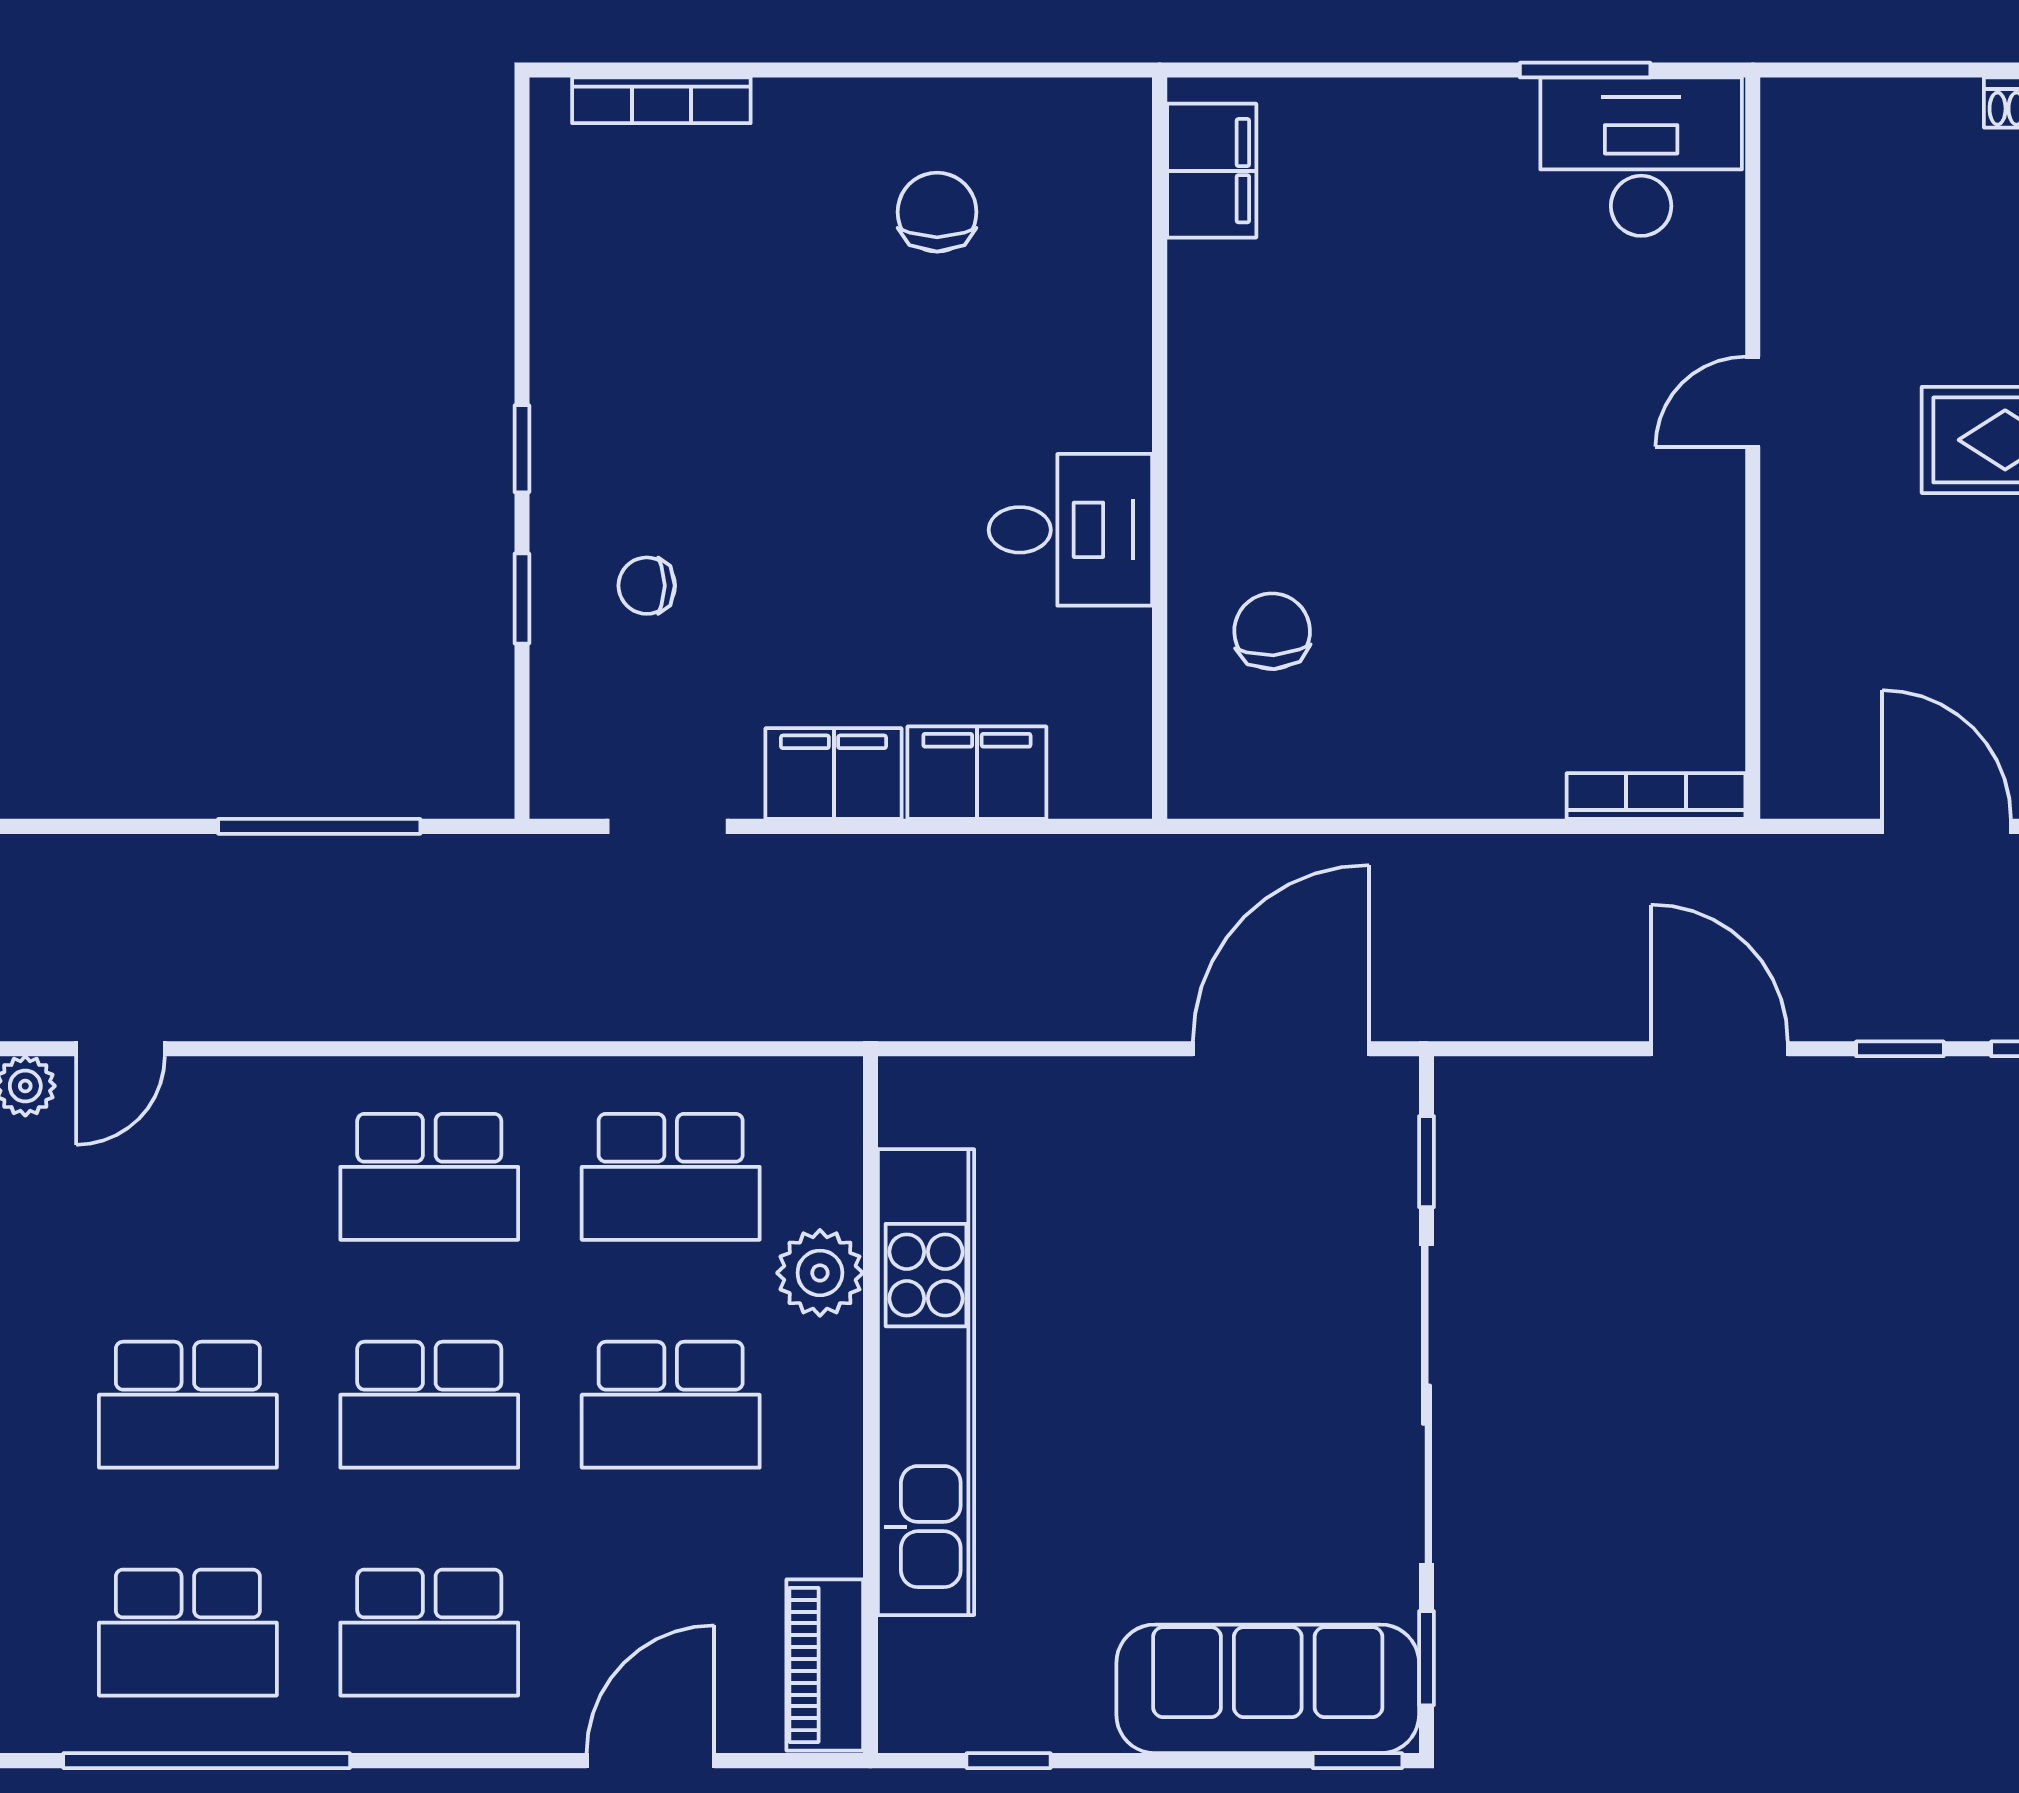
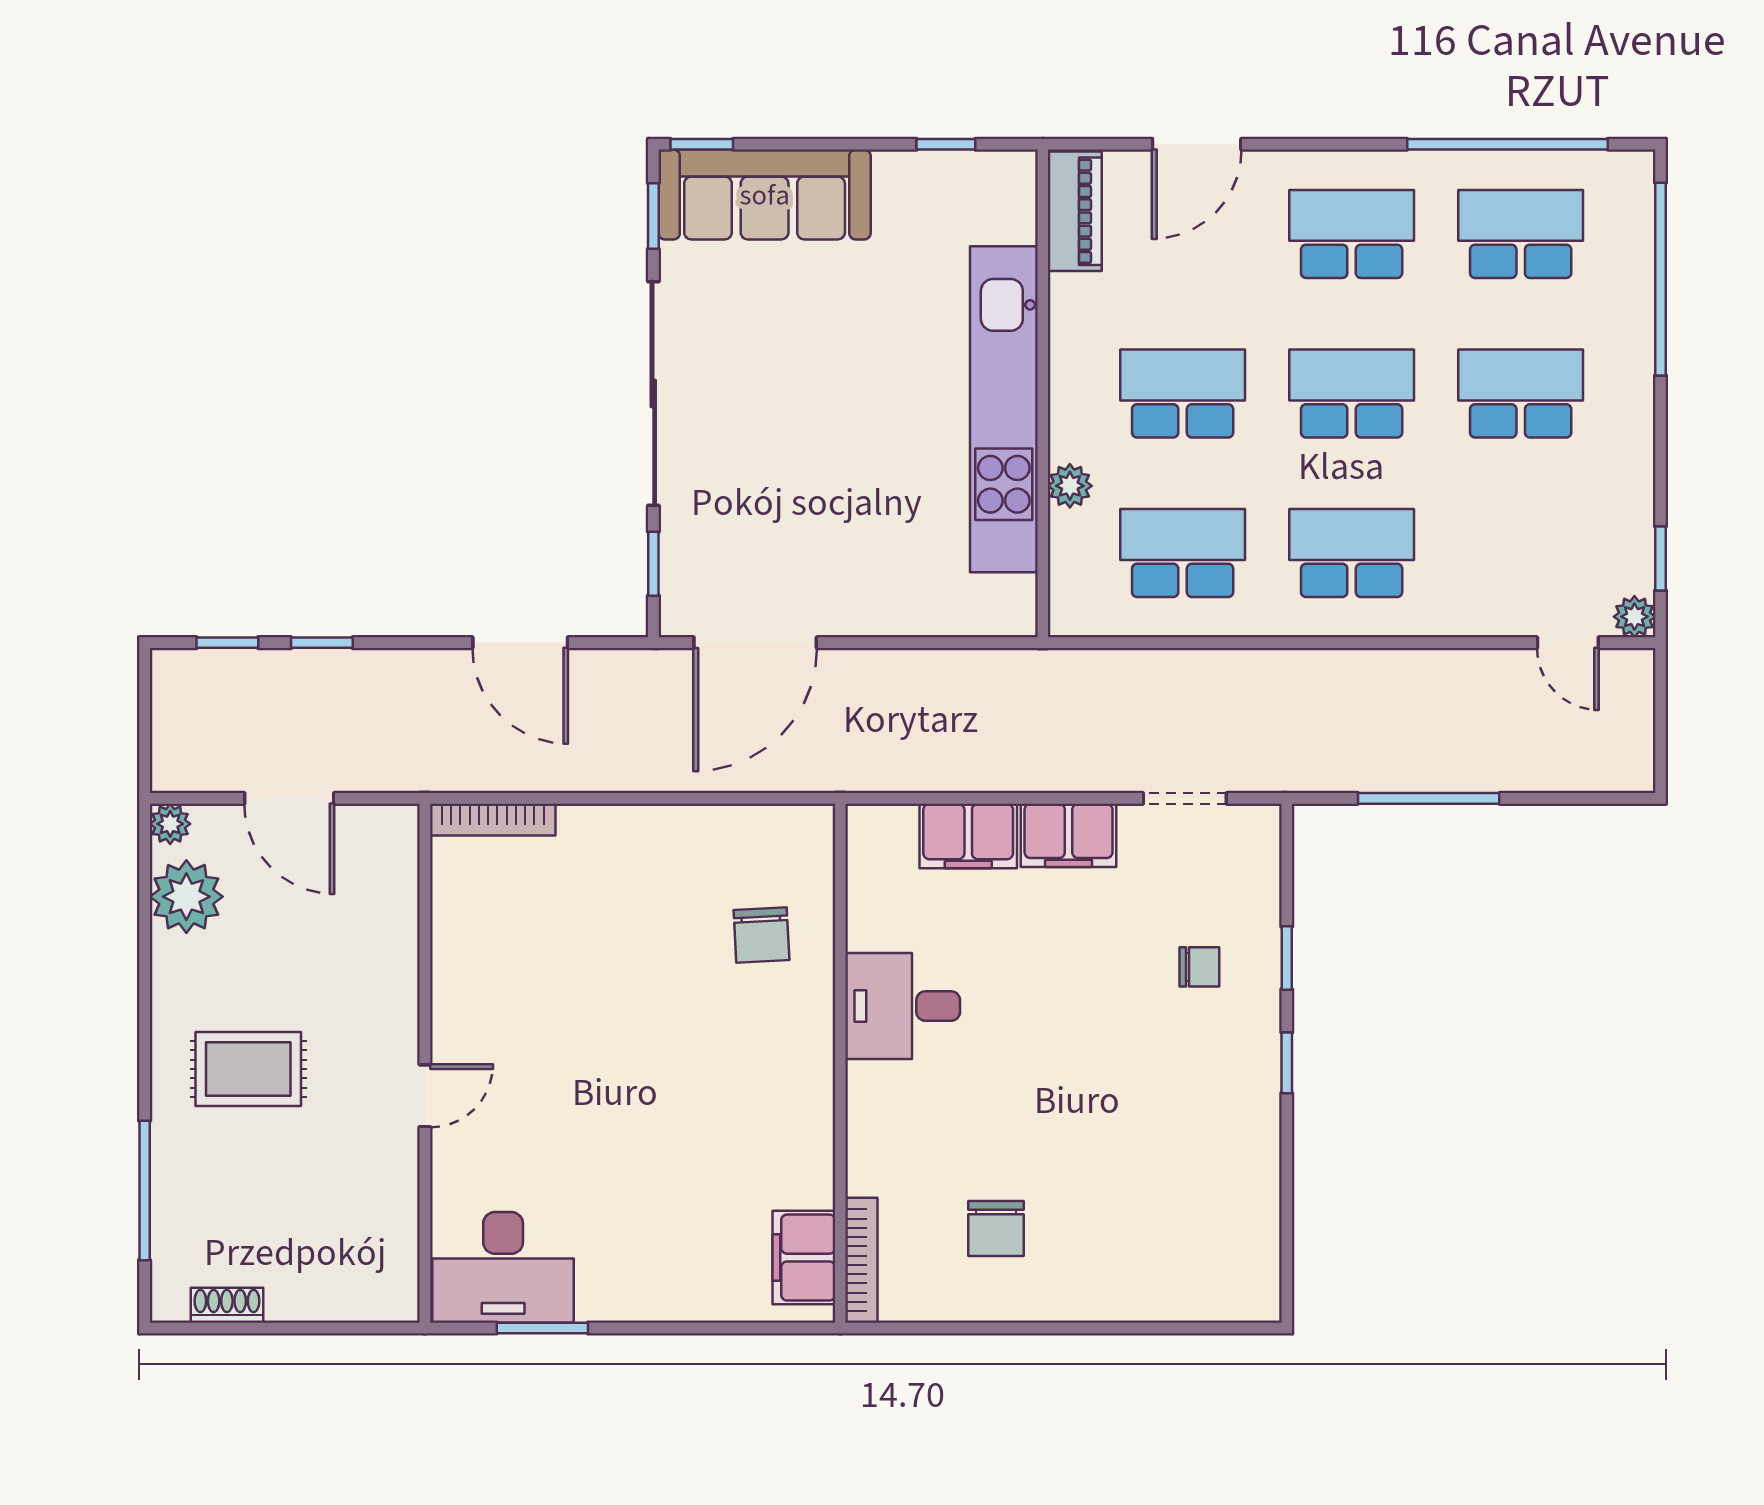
bookcase: (661, 100) -> (861, 1260), moved, turned 90
door: (120, 1049) -> (1568, 643), swing flipped
door: (1719, 1049) -> (520, 643), moved
plant: (820, 1273) -> (1070, 486), width x0.73, depth x0.73

